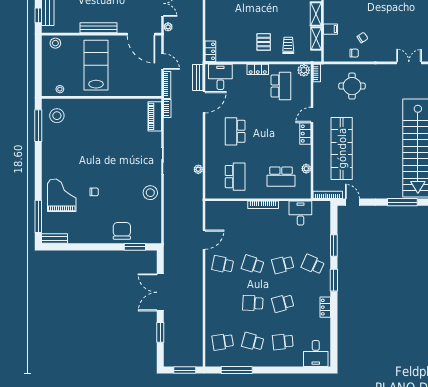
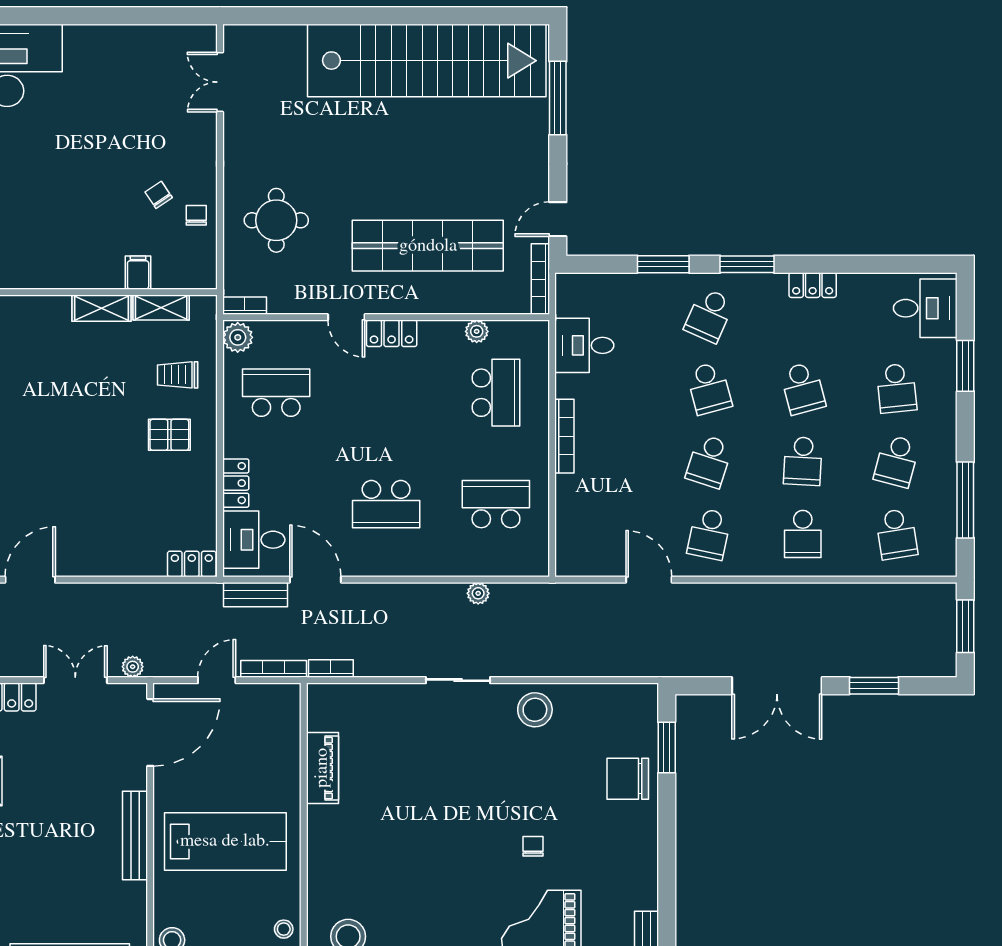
lab bench: (96, 65) -> (225, 841), turned 180
locker: (258, 69) -> (236, 483), moved
piano: (155, 116) -> (322, 768), moved, turned -90
school desk: (223, 303) -> (803, 534), added
window: (292, 370) -> (965, 366), added

